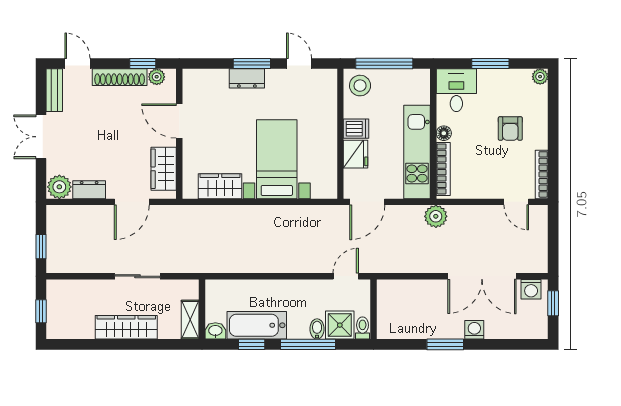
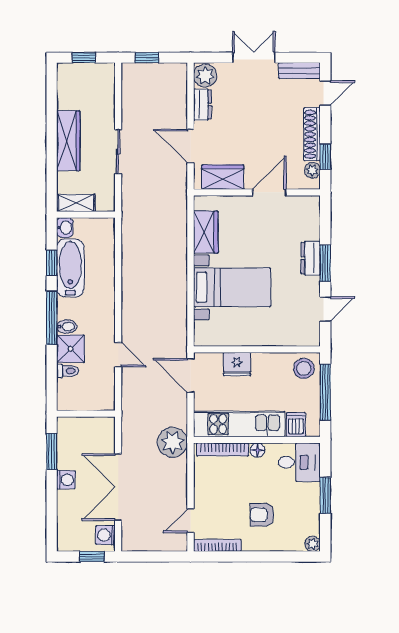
dishwasher: (356, 129) -> (296, 425), moved, turned 180
plant: (436, 216) -> (172, 442), width x1.36, depth x1.36
wall: (373, 309) -> (86, 414), moved

